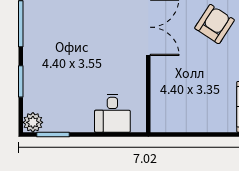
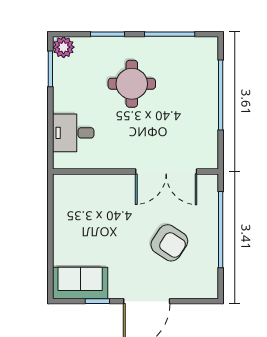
round table: (67, 59) -> (132, 84), added

